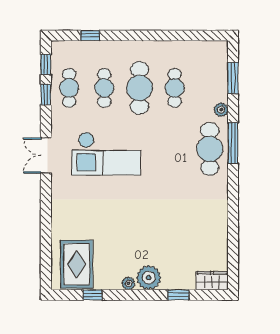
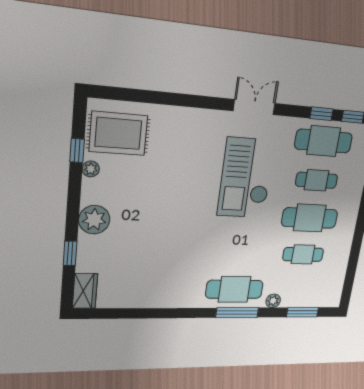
cafe table: (69, 88) -> (324, 141), width x1.37, depth x1.35
plant: (129, 283) -> (91, 169), moved

